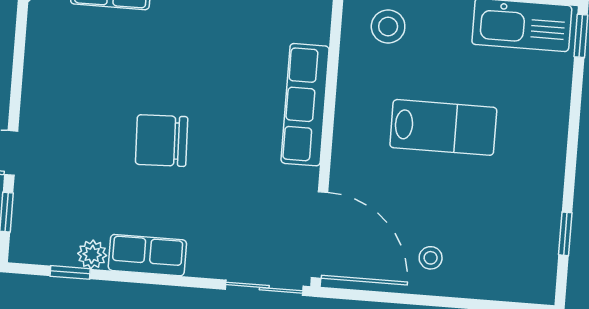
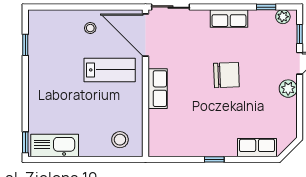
plant: (38, 103) -> (288, 89), added
row of seats: (305, 105) -> (158, 89), width x0.68
lab bench: (443, 127) -> (110, 70), moved, turned 180
plant: (92, 254) -> (283, 17), moved

